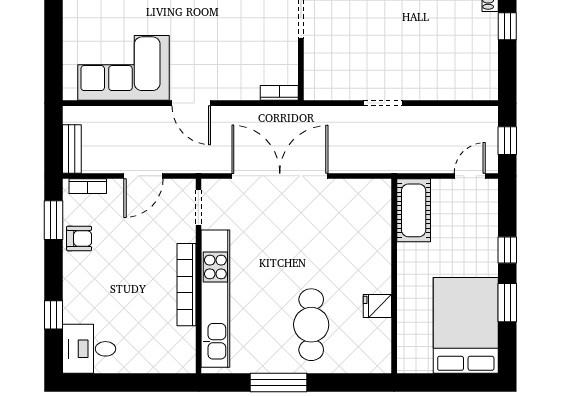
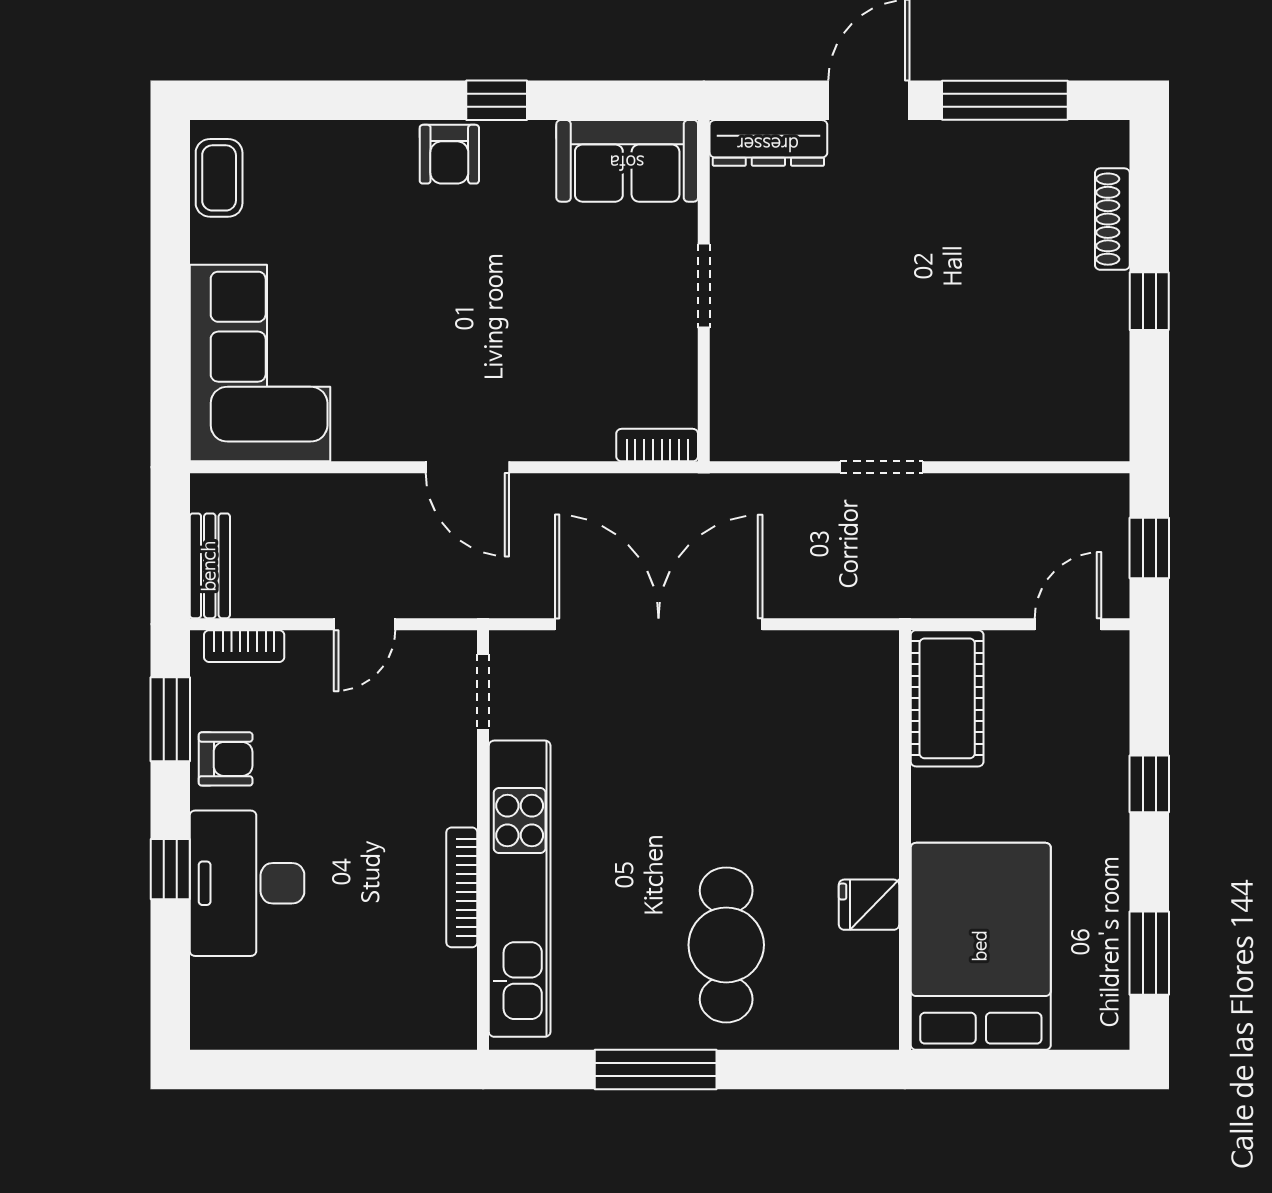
corner sofa: (123, 68) -> (260, 363), moved, turned 90
door: (143, 176) -> (364, 624), width x0.73
bookcase: (186, 285) -> (462, 887), width x0.68, depth x0.76
window: (507, 303) -> (1149, 953), moved
window: (53, 315) -> (170, 869), moved
bed: (466, 325) -> (981, 946), moved
desk: (89, 349) -> (247, 883), moved, width x1.37

